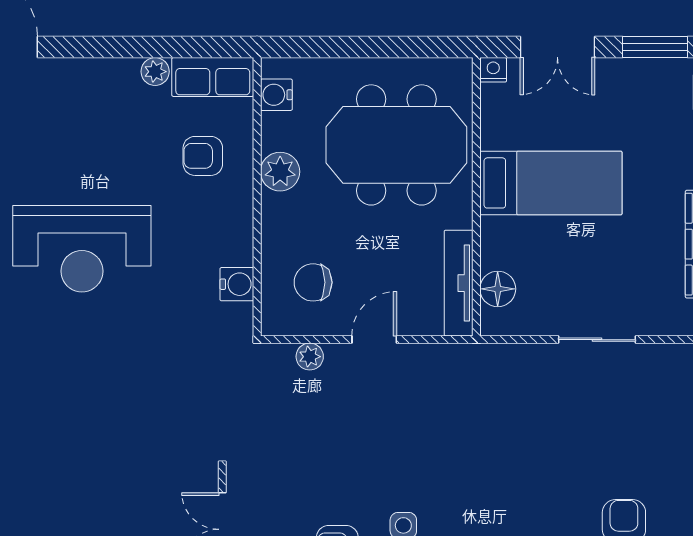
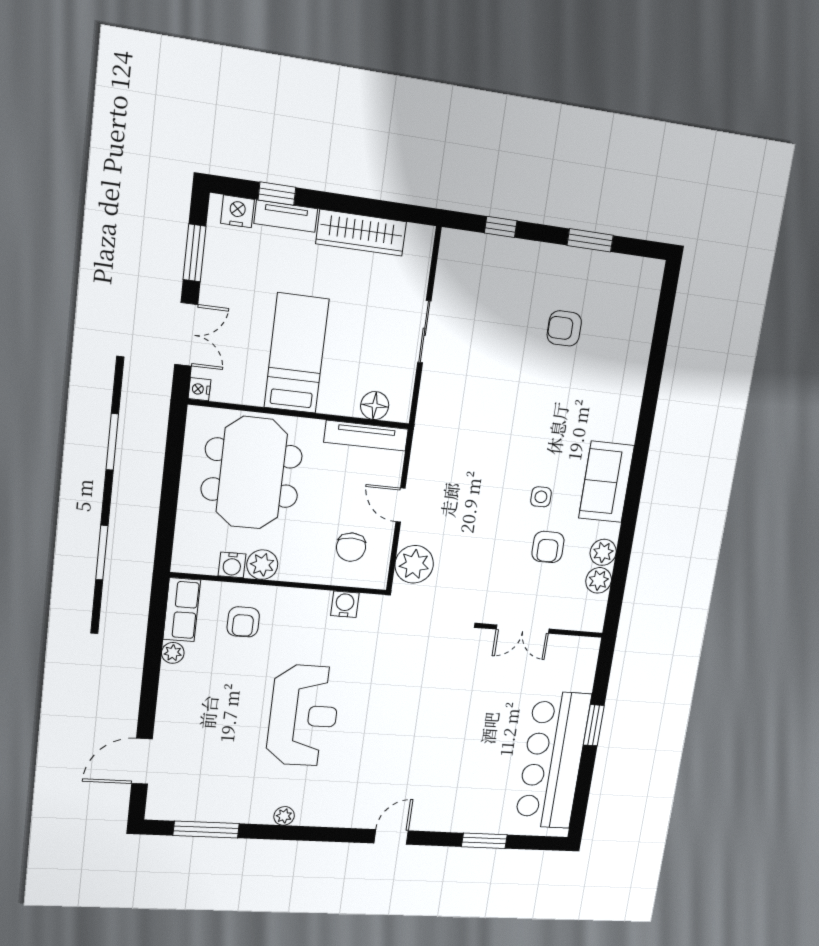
water cooler: (276, 95) -> (232, 565), moved
plant: (310, 357) -> (414, 564), width x1.87, depth x1.87

